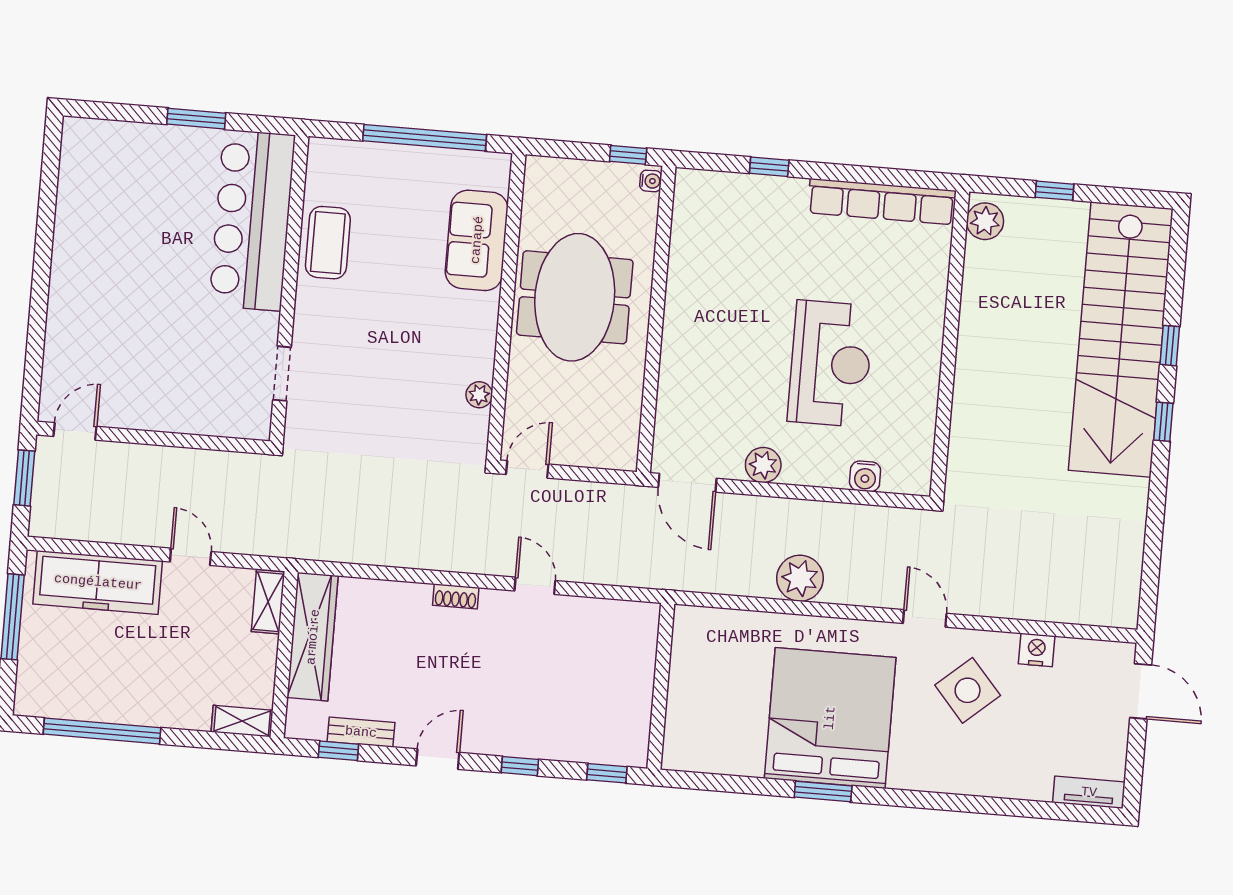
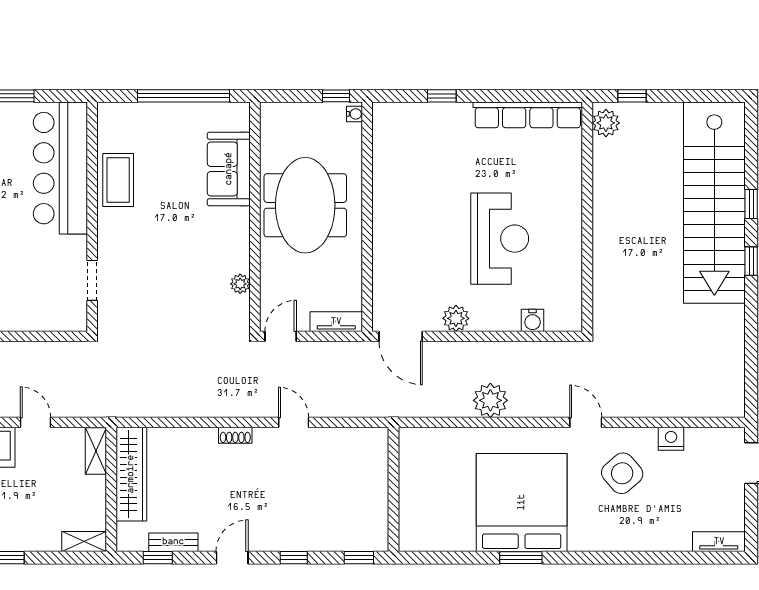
window: (1054, 191) -> (632, 96), moved
tv unit: (603, 456) -> (336, 322), added

